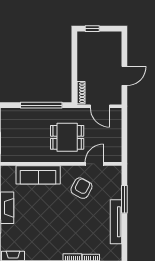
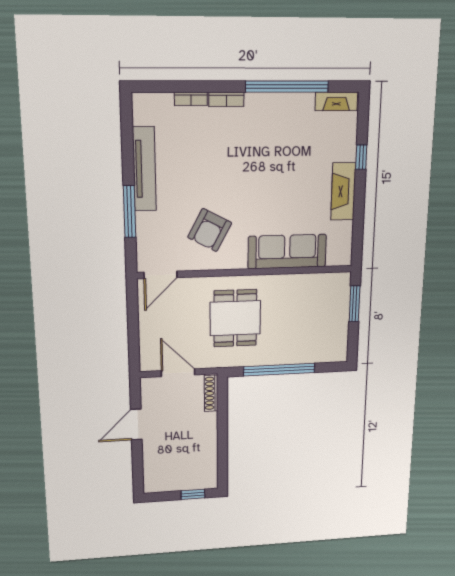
dining table: (67, 137) -> (235, 318), turned 90
door: (94, 164) -> (160, 275), moved

